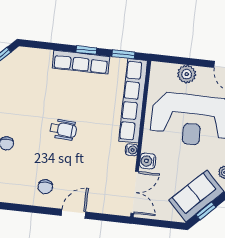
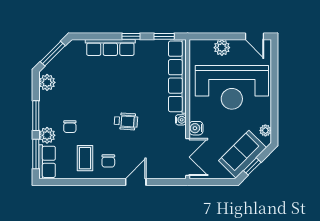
row of seats: (81, 62) -> (110, 48), moved
wheelchair: (63, 130) -> (126, 121), moved
coffee table: (20, 181) -> (85, 158), added

